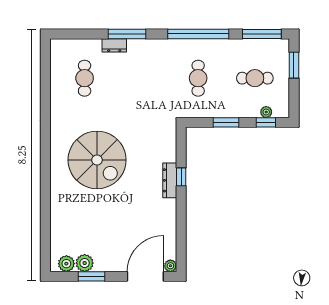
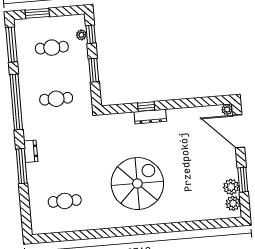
dresser: (114, 45) -> (31, 151), moved
cafe table: (255, 78) -> (52, 48), turned 90

